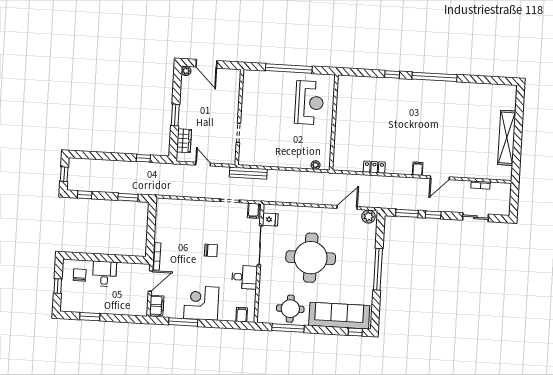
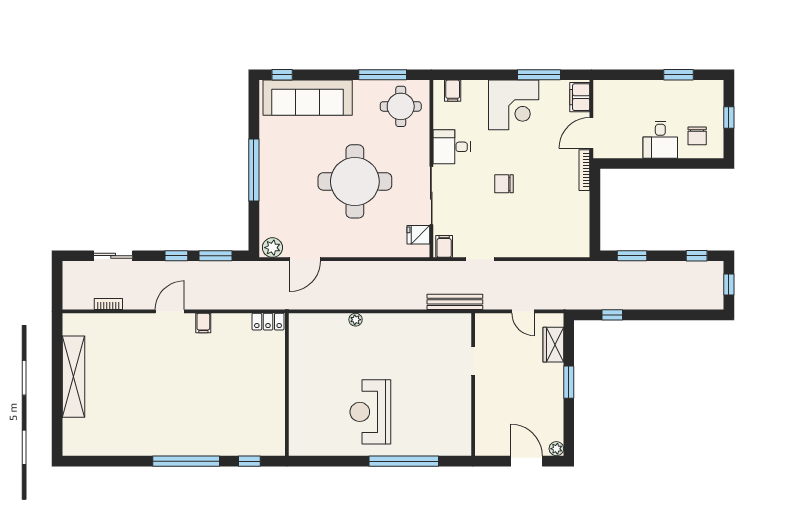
wall: (334, 123) -> (287, 385), moved
round table: (290, 309) -> (401, 106), moved

